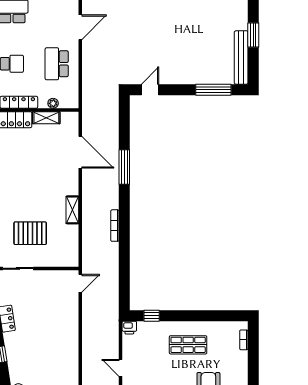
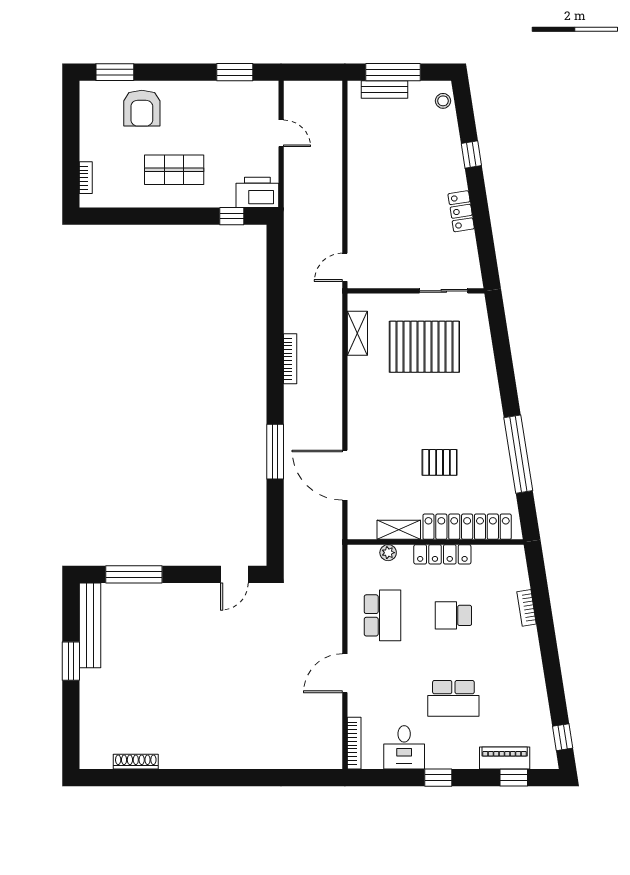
pallet: (21, 160) -> (440, 462), added
shelving: (72, 210) -> (357, 333), moved
pallet: (30, 233) -> (424, 347), width x1.37, depth x1.41
printer: (129, 328) -> (257, 192), width x1.87, depth x1.48

